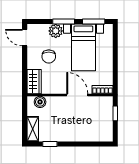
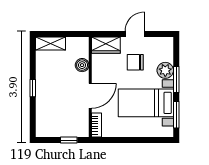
door: (25, 38) -> (135, 34), moved
boiler: (40, 102) -> (82, 65), moved
window: (50, 144) -> (33, 88), moved

